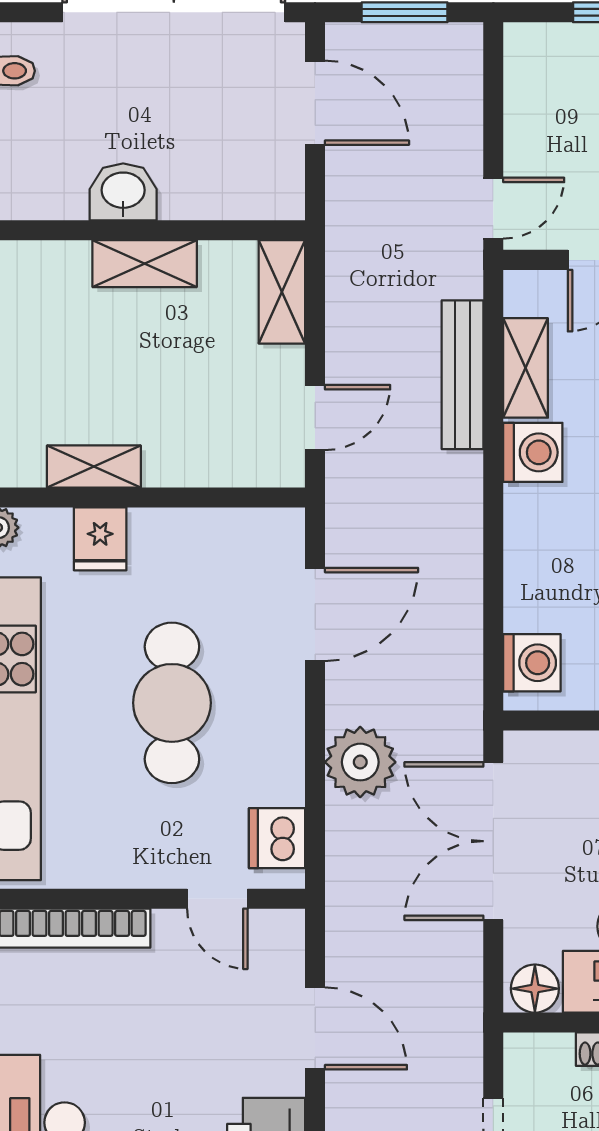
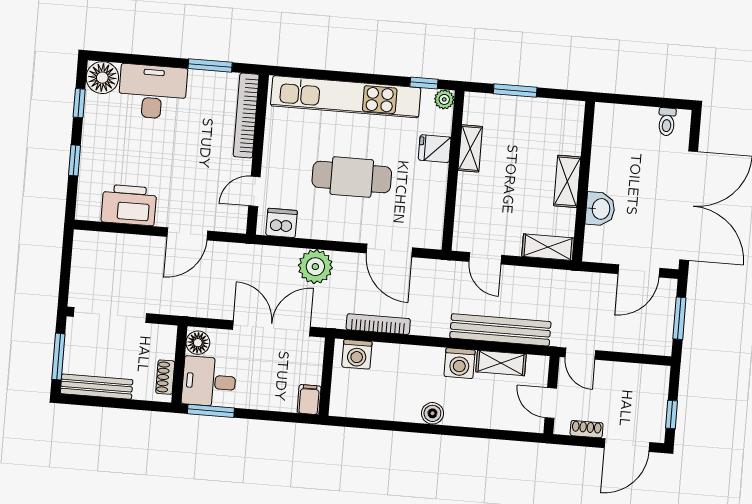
washbasin: (123, 192) -> (600, 209), moved
bench: (463, 375) -> (500, 330), width x1.37, depth x1.21
bookcase: (467, 625) -> (378, 324), added

